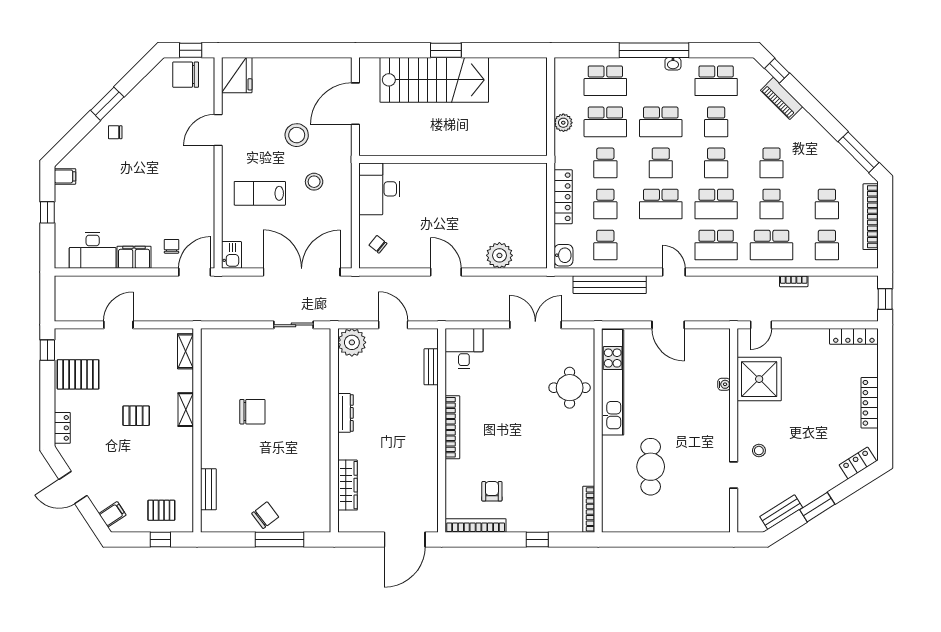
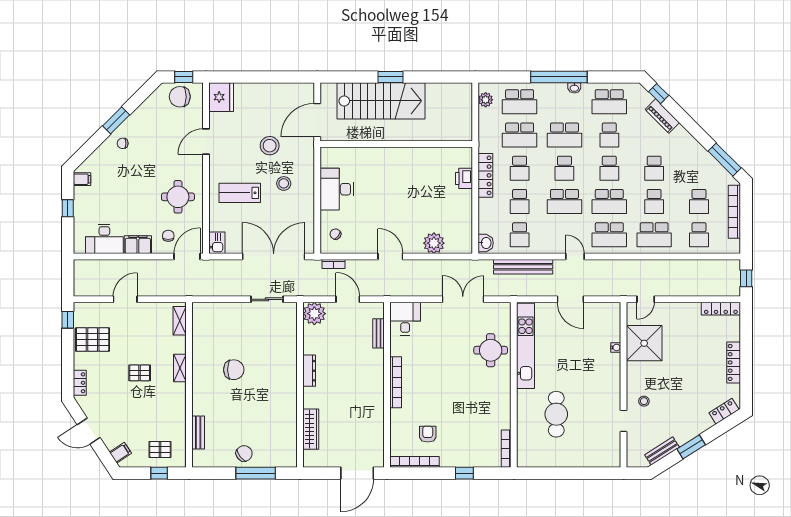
plant: (563, 123) -> (486, 100), moved
wall: (453, 159) -> (396, 144), moved
printer: (537, 176) -> (464, 178), added
locker: (563, 197) -> (485, 175), moved
round table: (183, 198) -> (178, 197), added
bookcase: (794, 281) -> (333, 264), moved

